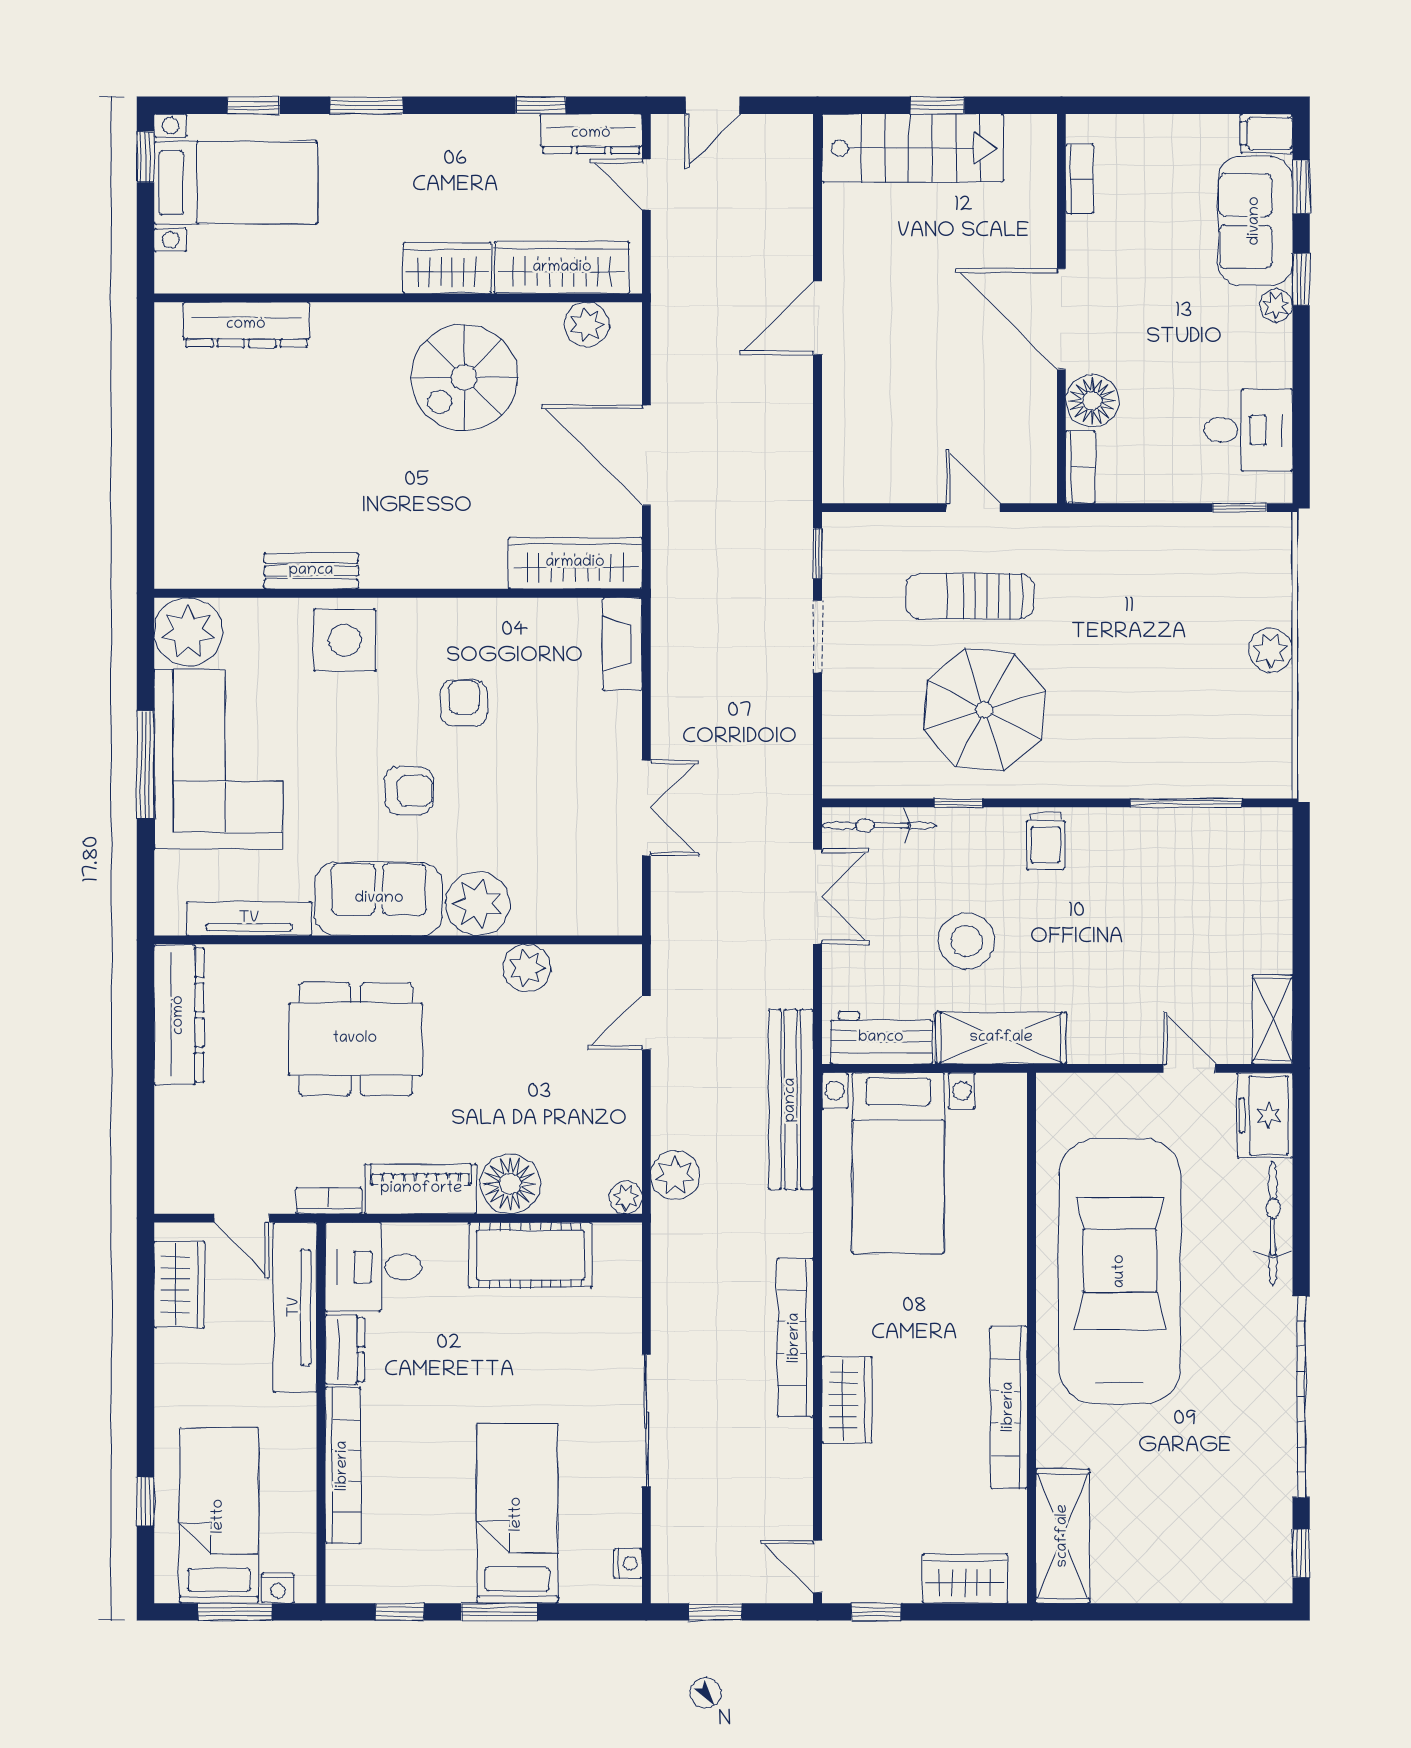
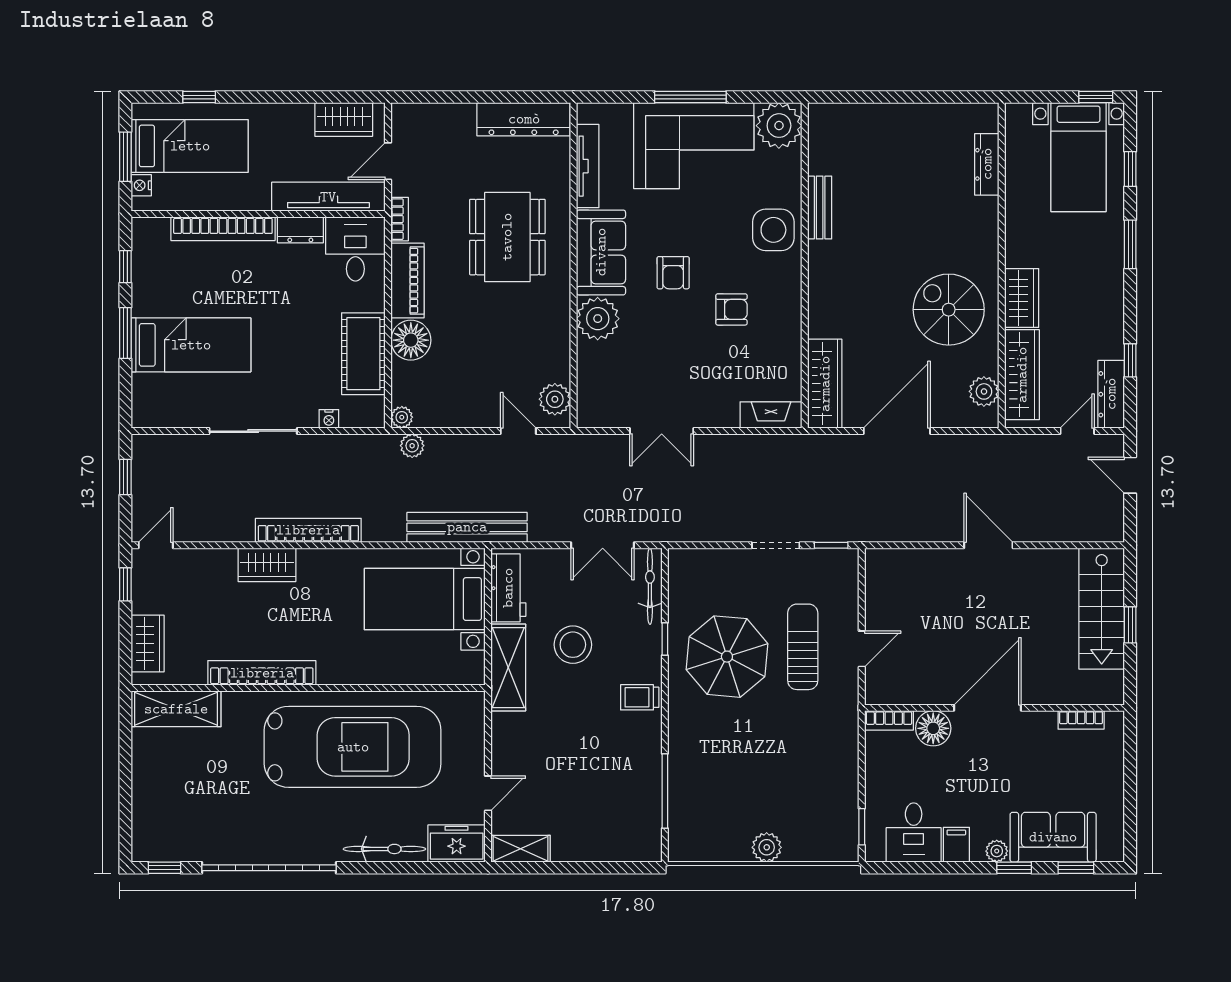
filing cabinet: (1267, 133) -> (956, 845), moved
dresser: (246, 325) -> (987, 164), width x0.73, depth x0.80
plant: (527, 968) -> (555, 399), moved
plant: (675, 1175) -> (412, 446), width x0.73, depth x0.73
nightstand: (628, 1564) -> (329, 419), moved

